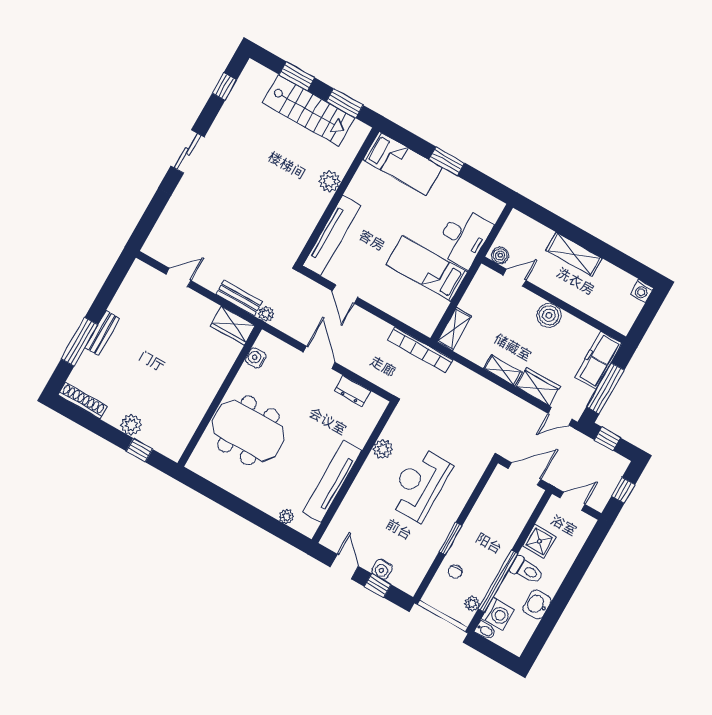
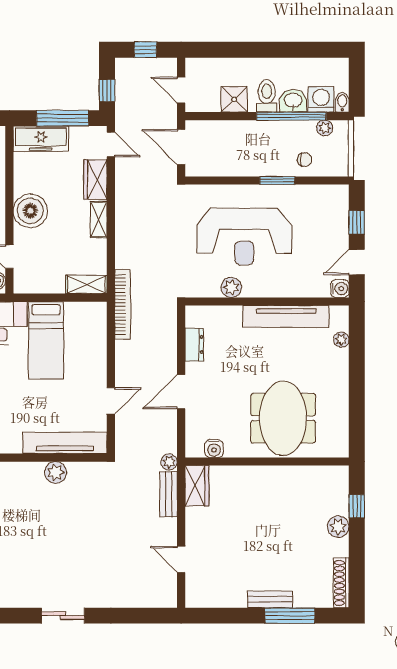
plant: (330, 181) -> (56, 472), moved
boiler: (549, 315) -> (30, 211), width x1.37, depth x1.37
reception desk: (419, 484) -> (244, 236), width x1.36, depth x1.30
water cooler: (382, 569) -> (340, 289), moved
washbasin: (537, 604) -> (293, 101), moved, turned 180

